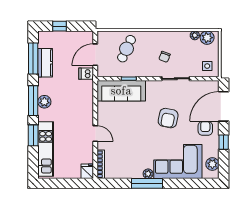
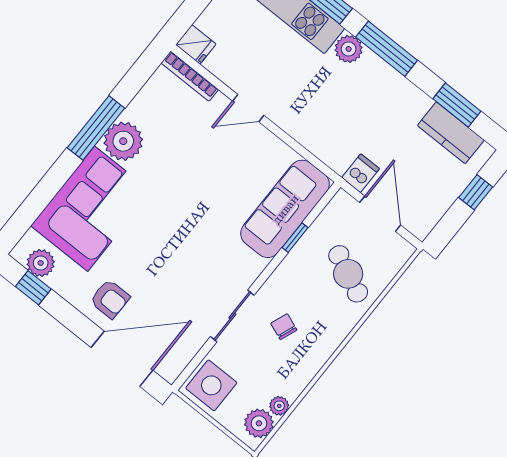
window: (33, 58) -> (457, 105), width x0.69
kitchen counter: (45, 63) -> (451, 133), moved
side table: (207, 66) -> (211, 385), width x1.87, depth x1.87
plant: (44, 102) -> (349, 49), moved
door: (224, 106) -> (122, 359), hinge flipped
armchair: (168, 118) -> (177, 251), removed
window: (224, 142) -> (33, 288), moved
plant: (148, 174) -> (123, 141), width x1.88, depth x1.88

